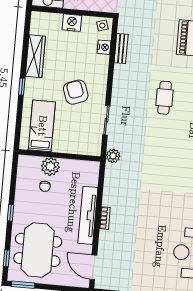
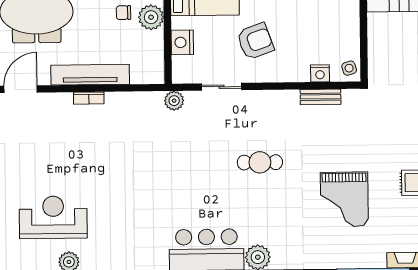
nightstand: (72, 23) -> (182, 42), moved, turned 180

